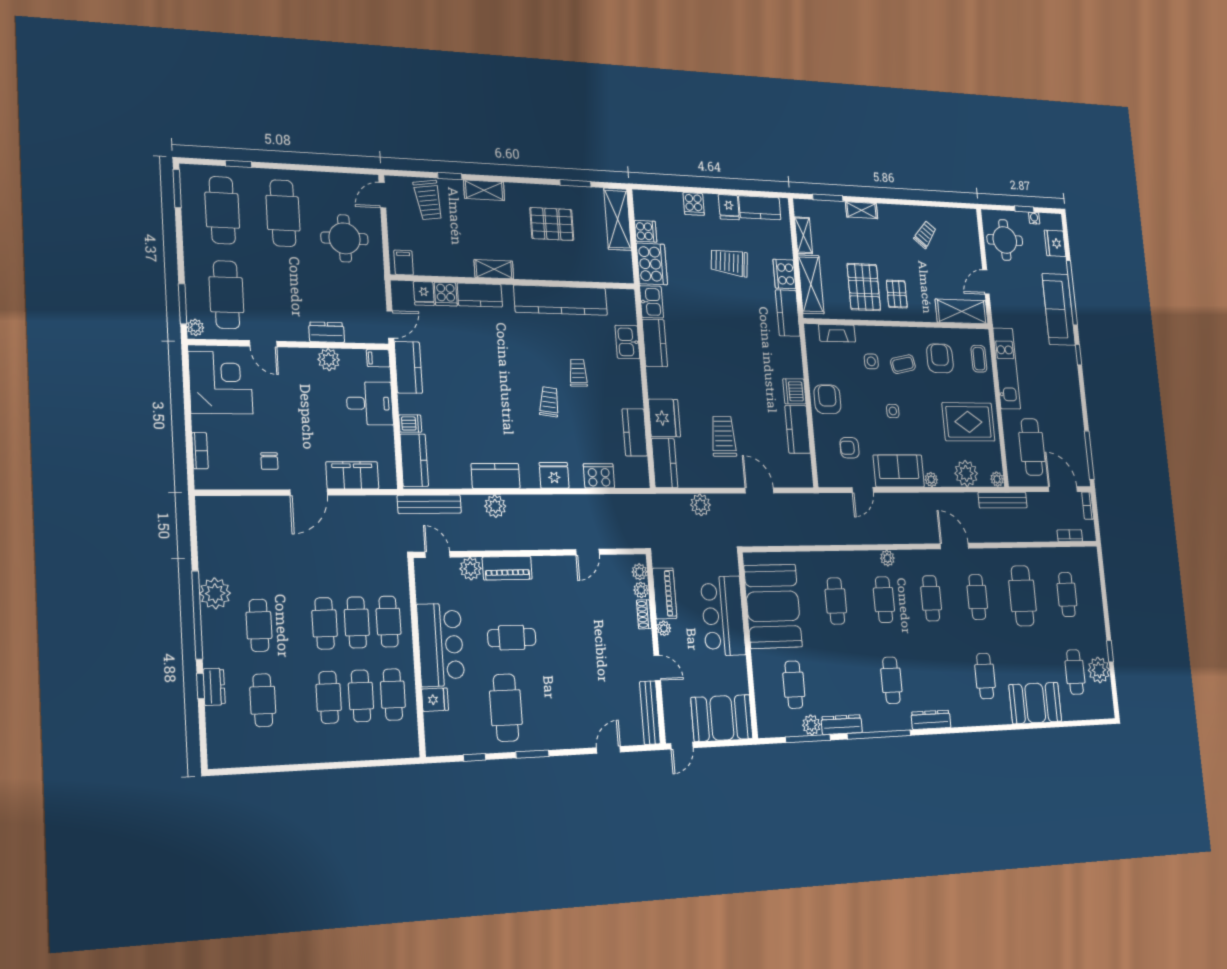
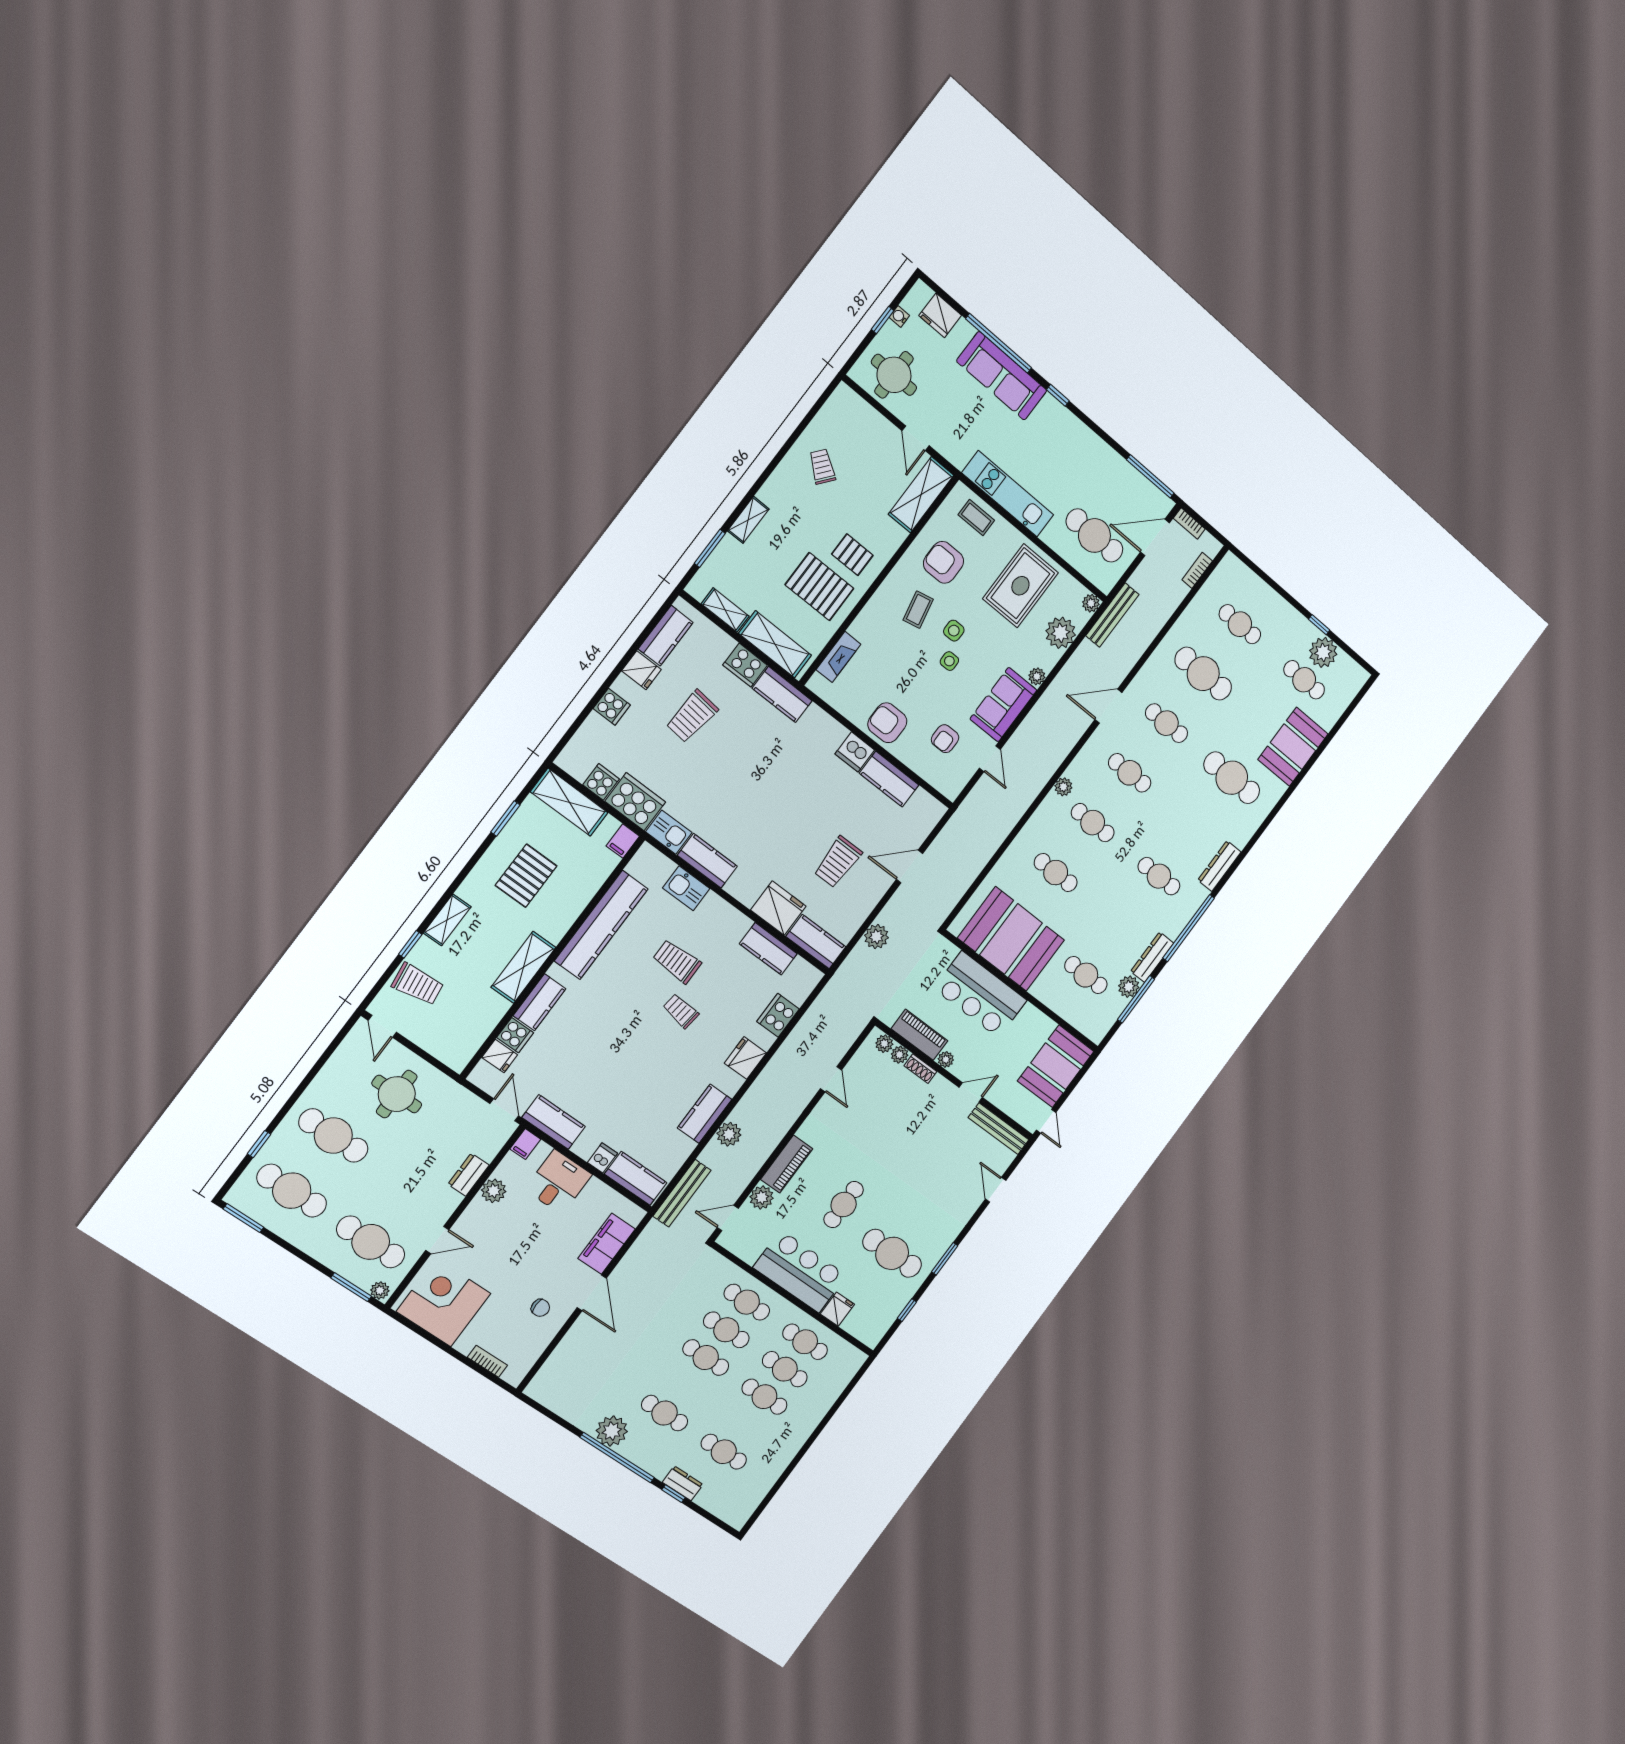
filing cabinet: (404, 263) -> (623, 841), moved, turned -90
shelving: (494, 269) -> (523, 967), width x1.50, depth x1.33
side table: (871, 361) -> (954, 631), moved
trolley: (578, 373) -> (677, 961), width x1.36, depth x1.39
trolley: (723, 436) -> (838, 862), turned -90
cafe table: (985, 676) -> (1232, 778), width x1.37, depth x1.35

